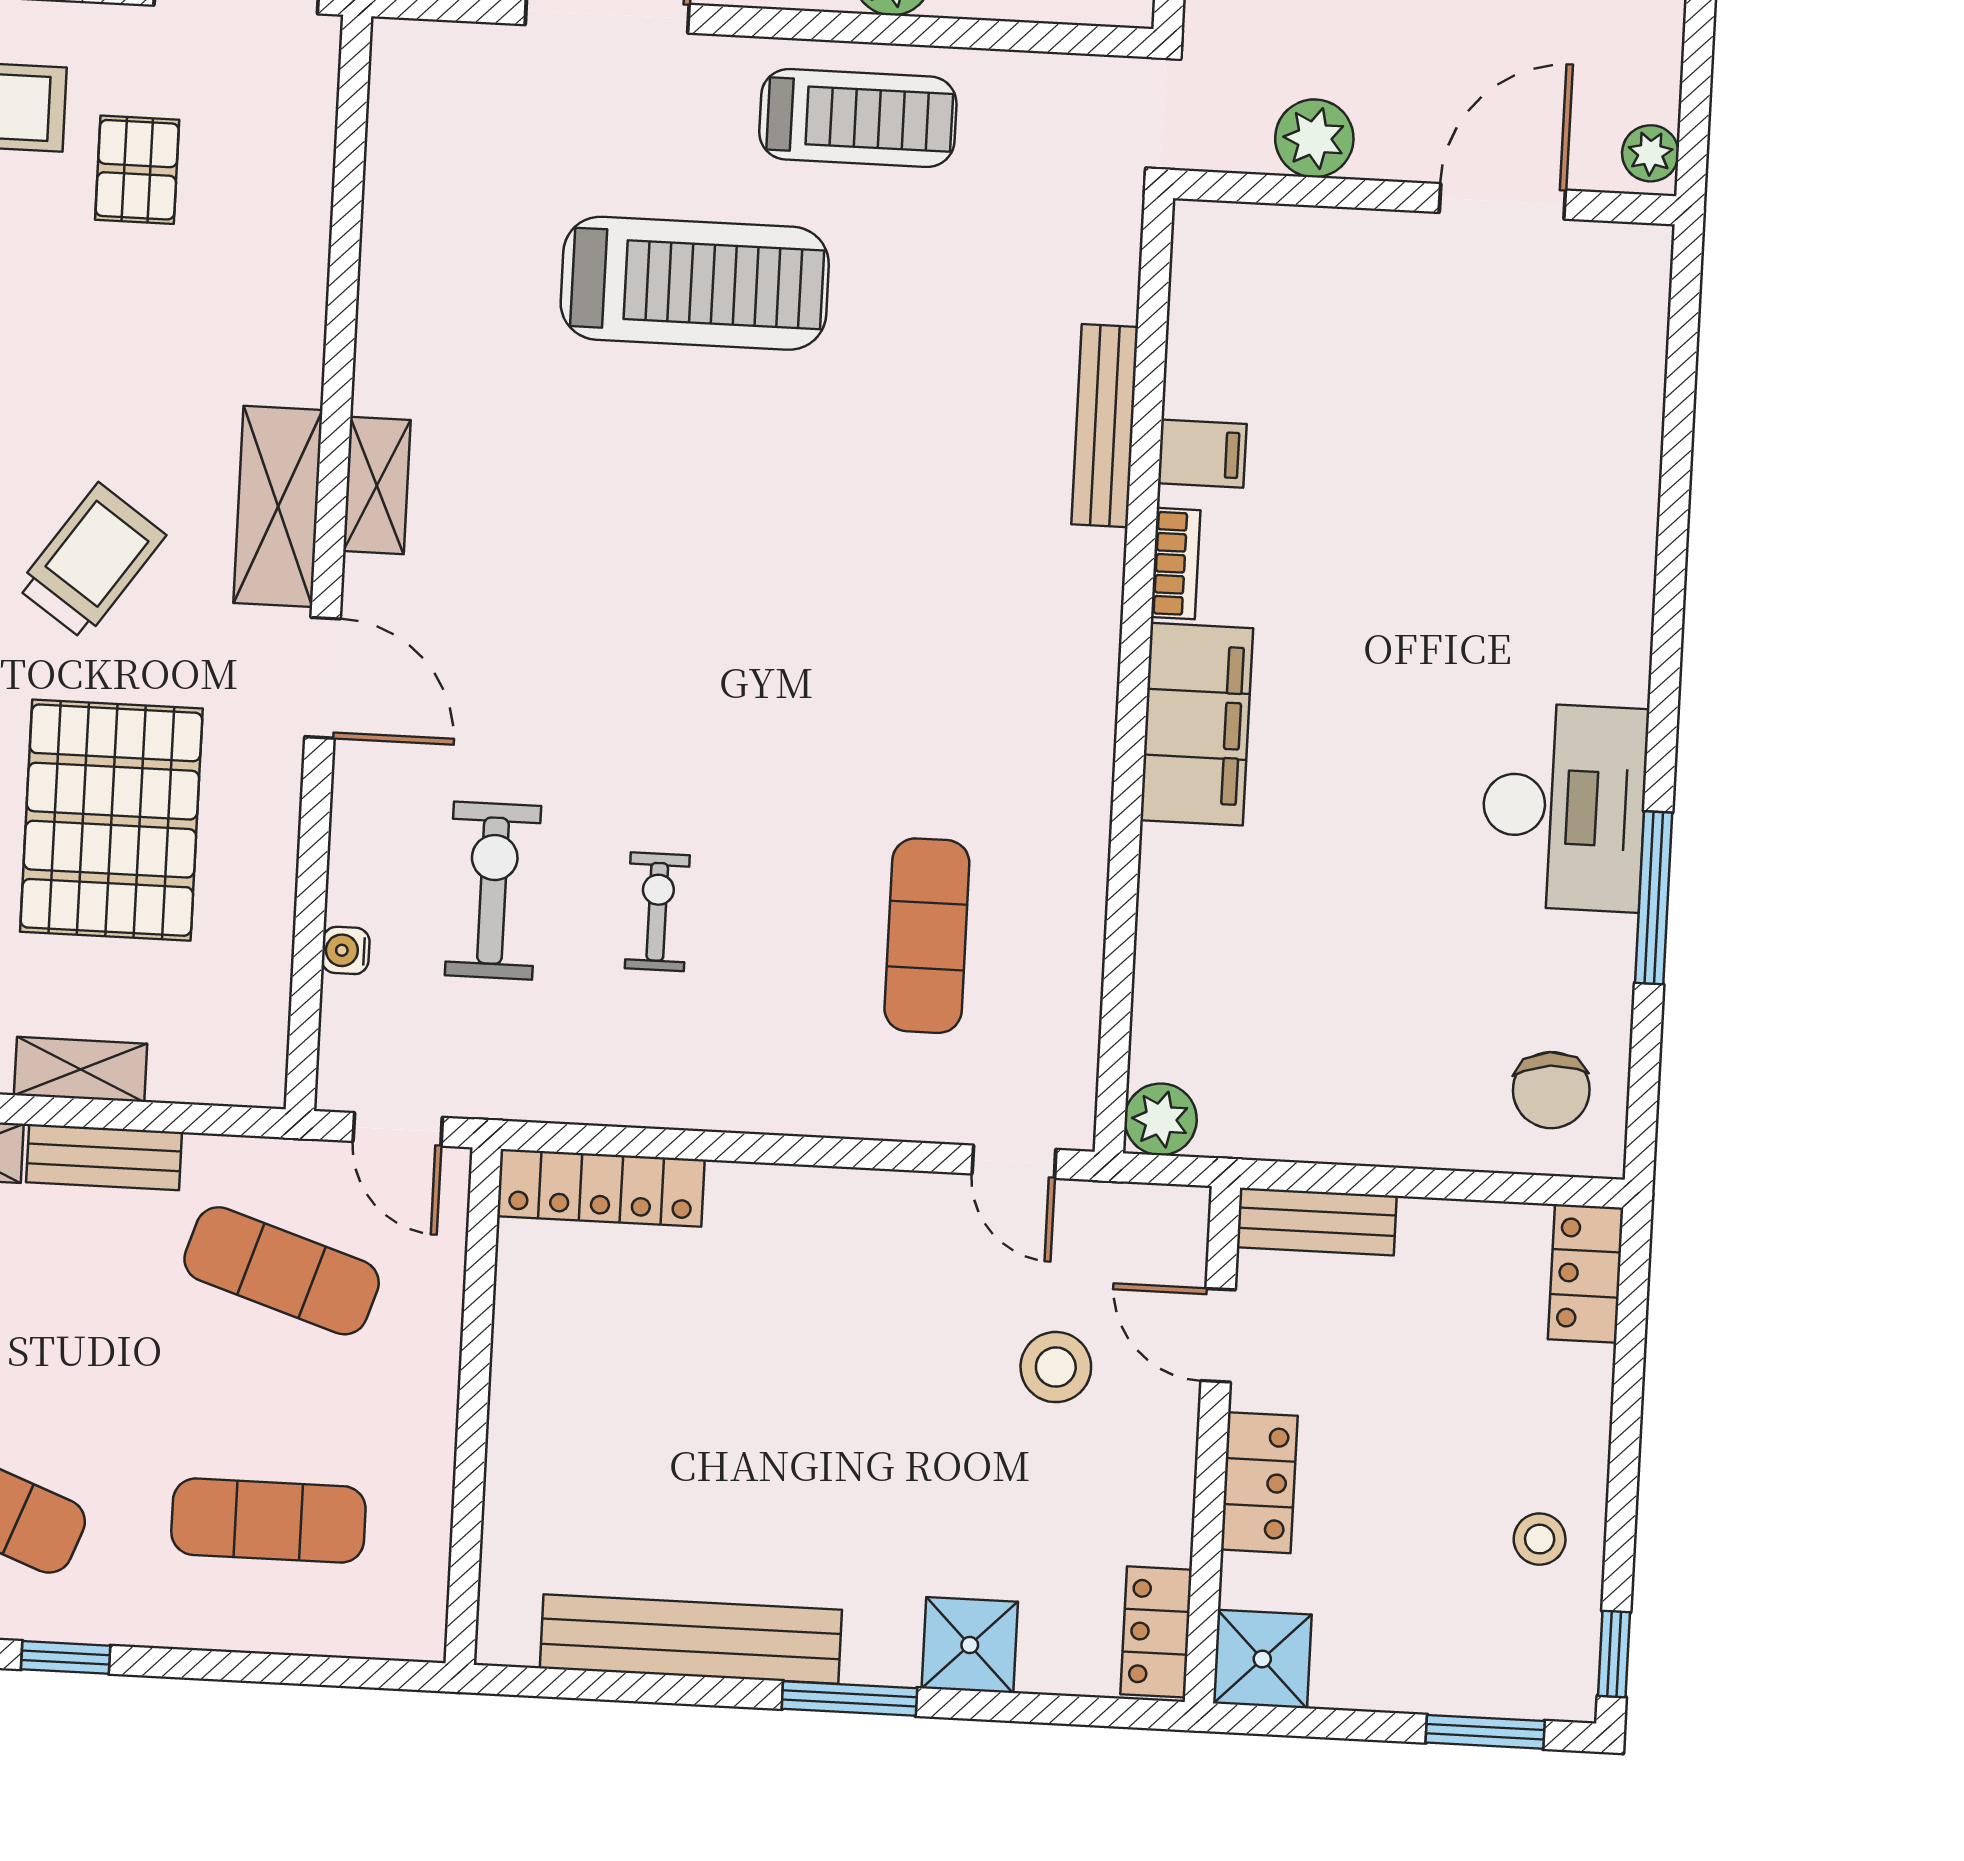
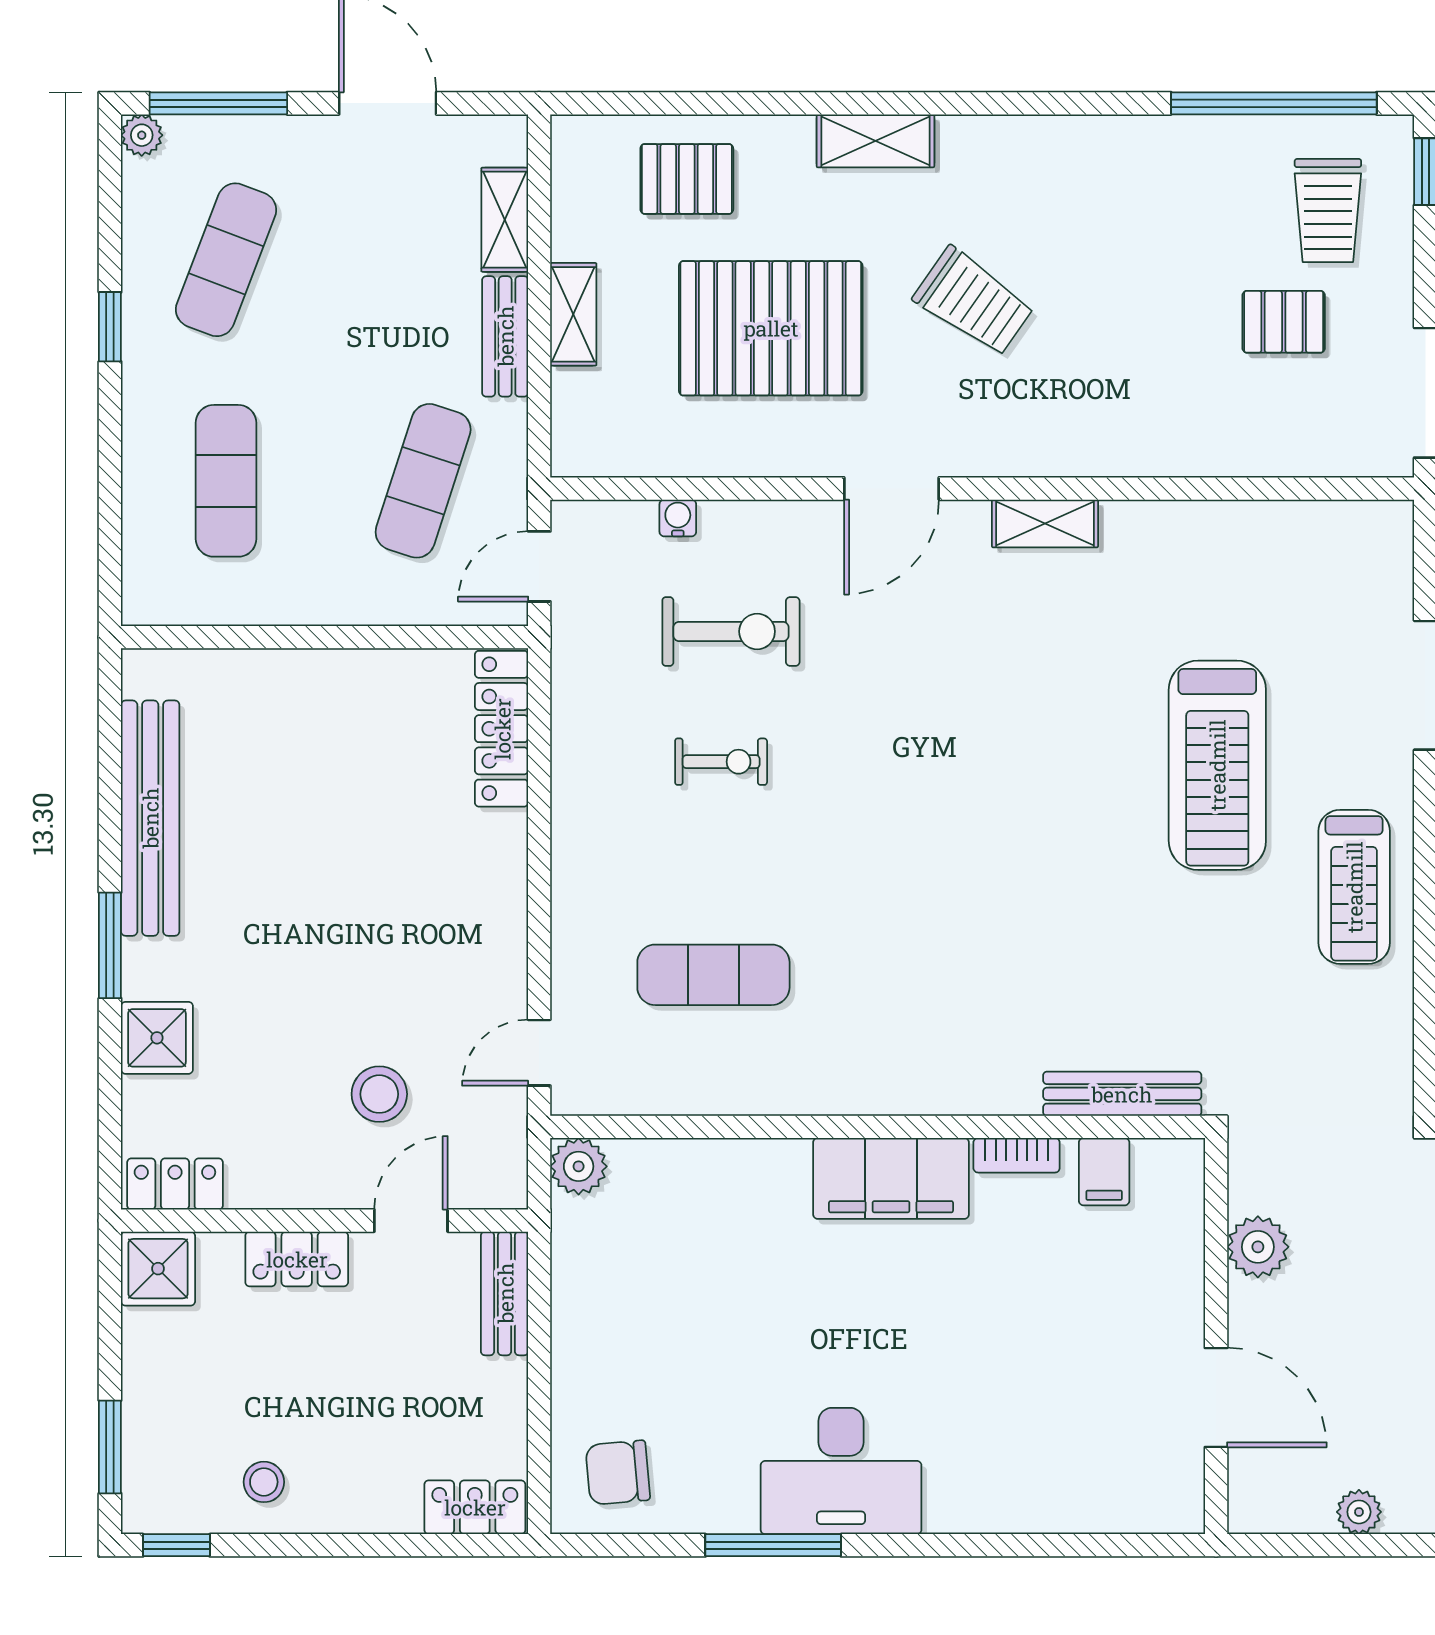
plant: (1314, 138) -> (1258, 1247), moved
wall: (1425, 197) -> (1216, 1336), moved
door: (1502, 201) -> (1216, 1397), moved
shelving: (278, 506) -> (1025, 446), removed

